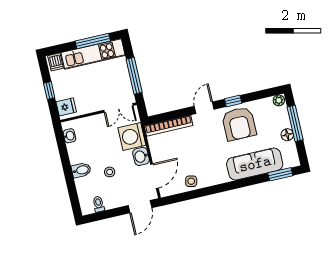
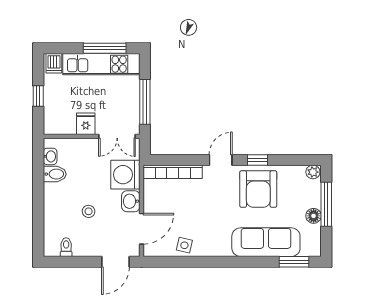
fridge: (66, 107) -> (86, 124), moved, turned -90
bidet: (81, 170) -> (55, 174), moved

